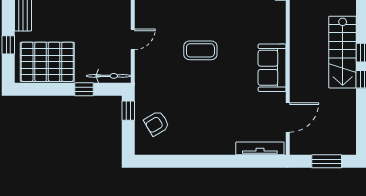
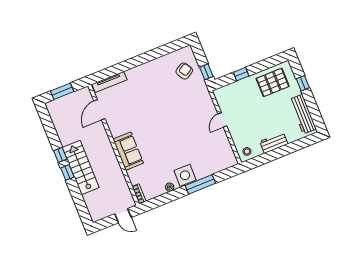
coffee table: (200, 50) -> (175, 131), removed
pallet: (47, 62) -> (273, 82), width x0.73, depth x0.71
sofa: (272, 68) -> (128, 151), moved
bicycle: (108, 76) -> (229, 89), removed

